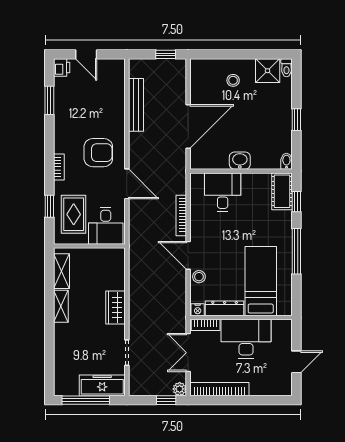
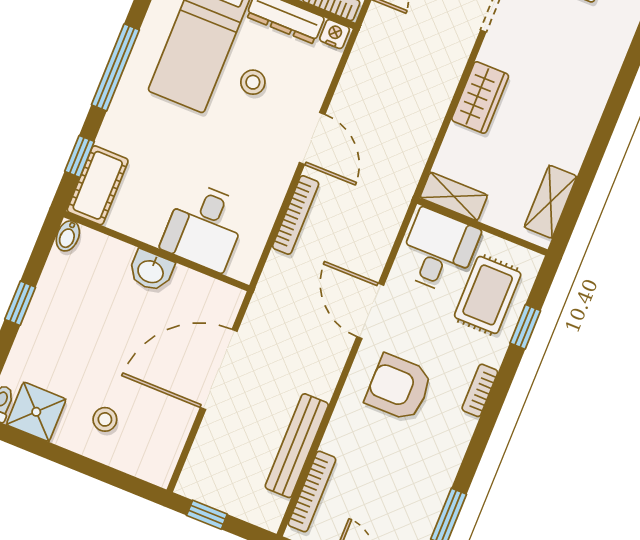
bookcase: (120, 86) -> (312, 492), added
stool: (199, 277) -> (253, 82), moved
shelving: (61, 306) -> (454, 196), moved, turned 90

